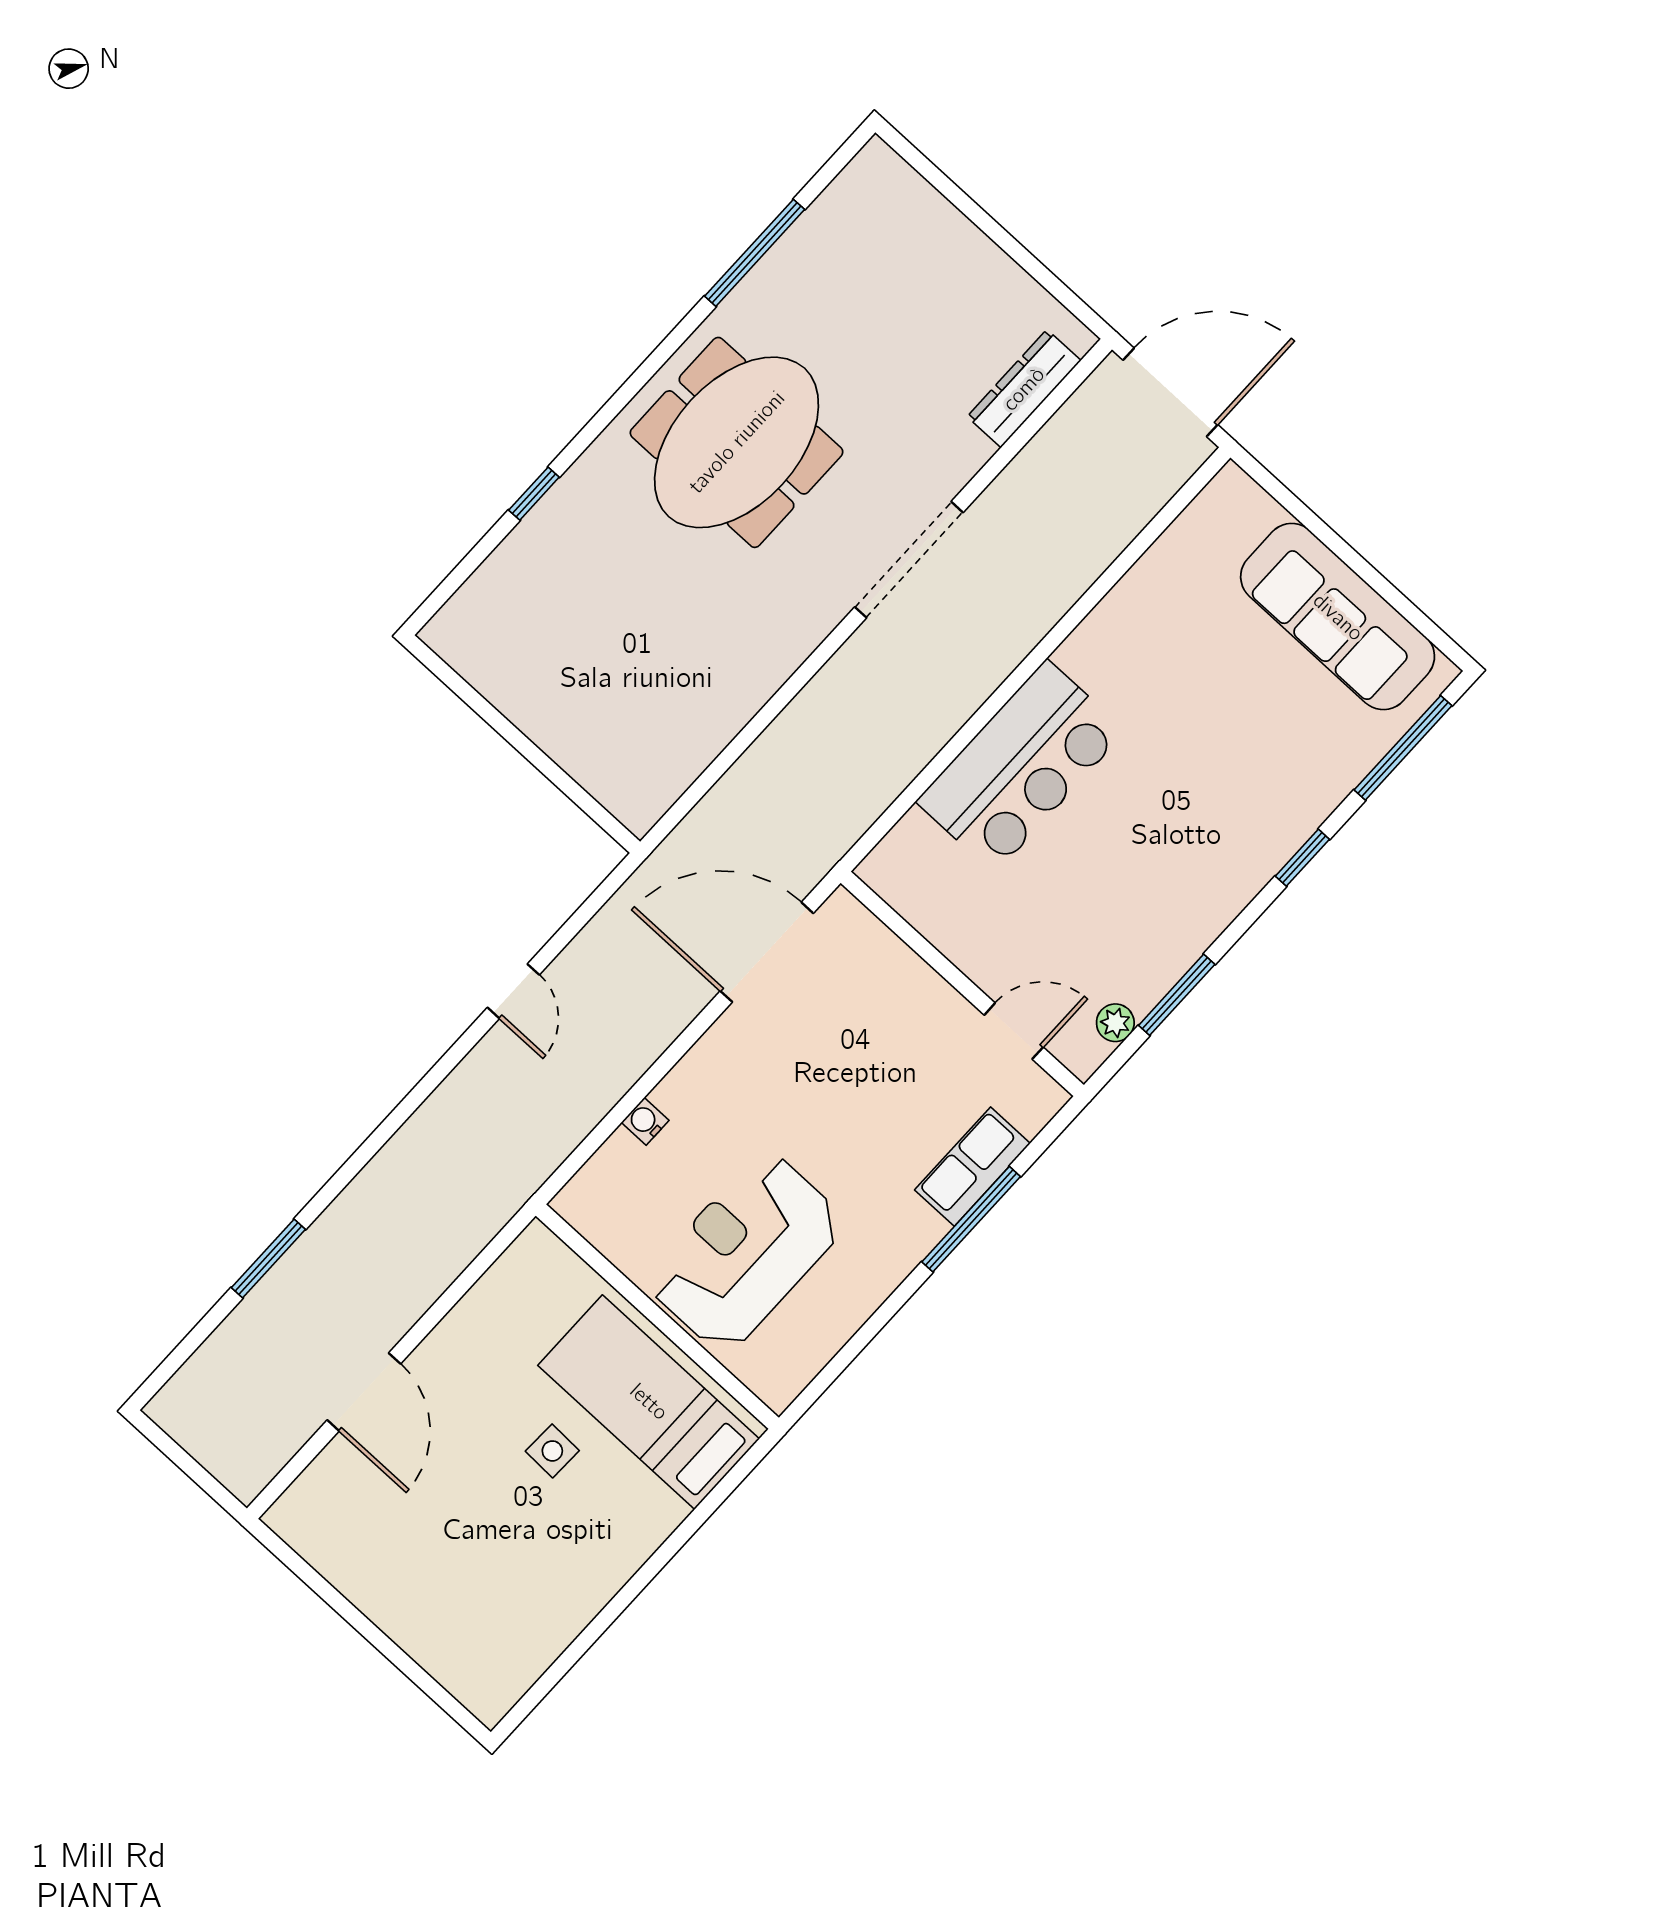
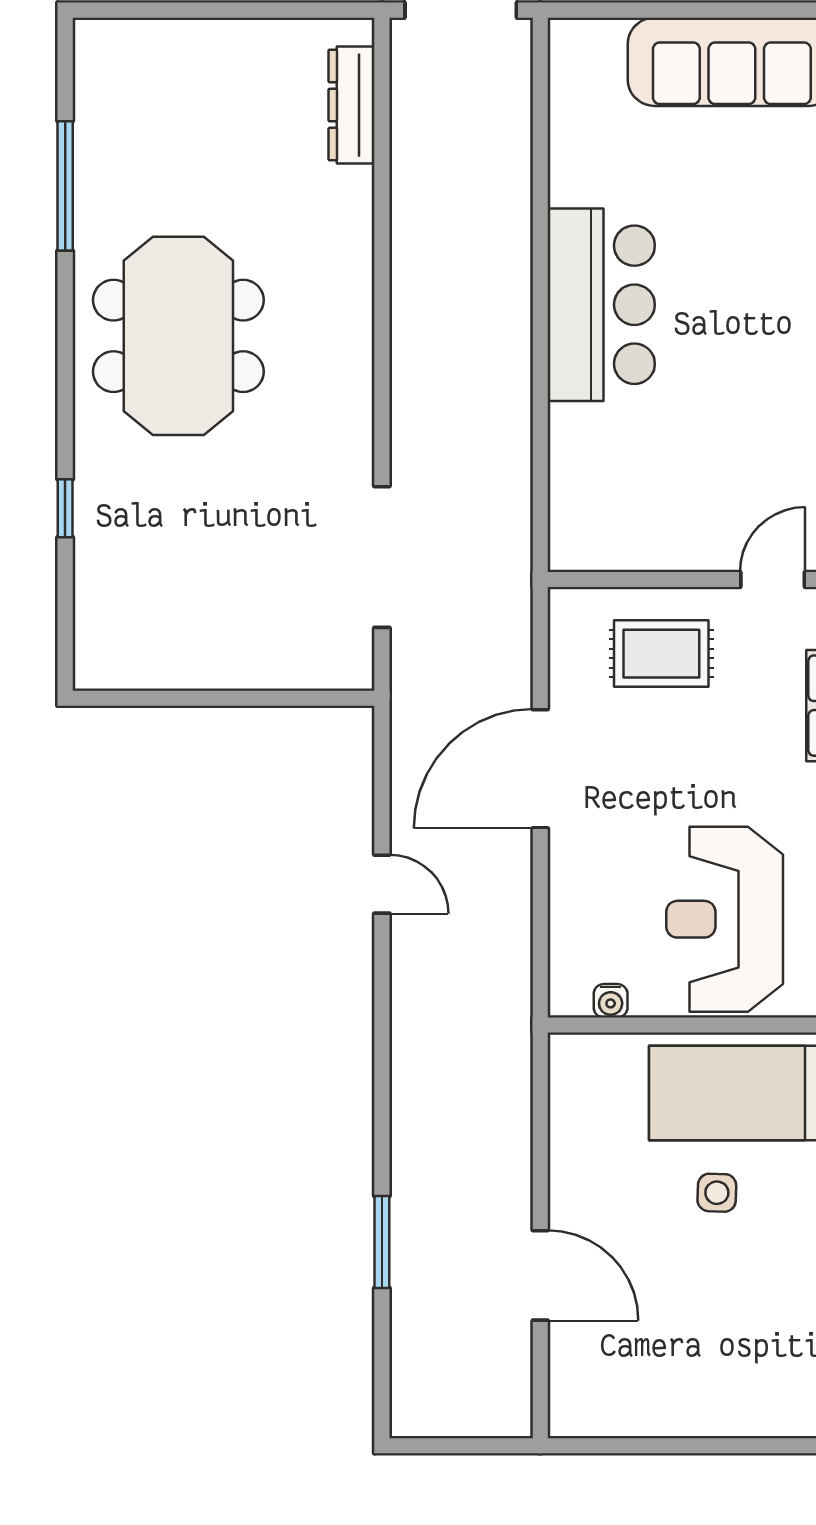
doorway: (909, 560) -> (382, 557), moved
bar counter: (1021, 766) -> (601, 305), moved
door: (767, 952) -> (540, 769), moved
rug: (880, 1010) -> (661, 654), added
water cooler: (645, 1121) -> (611, 1001), moved, turned -90

